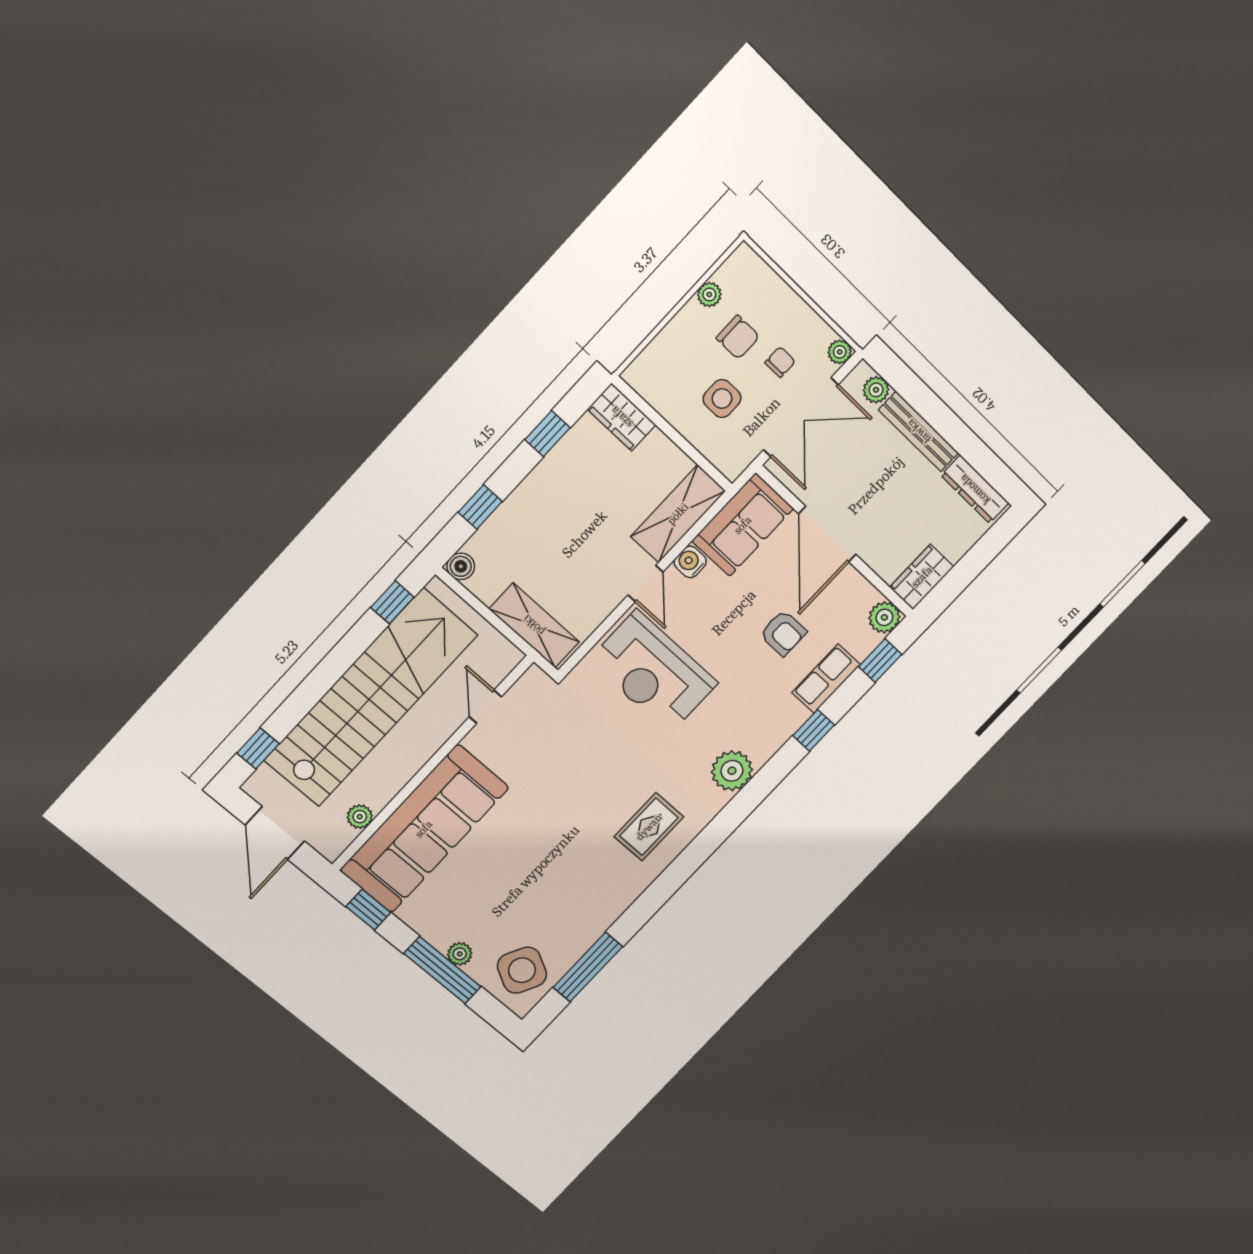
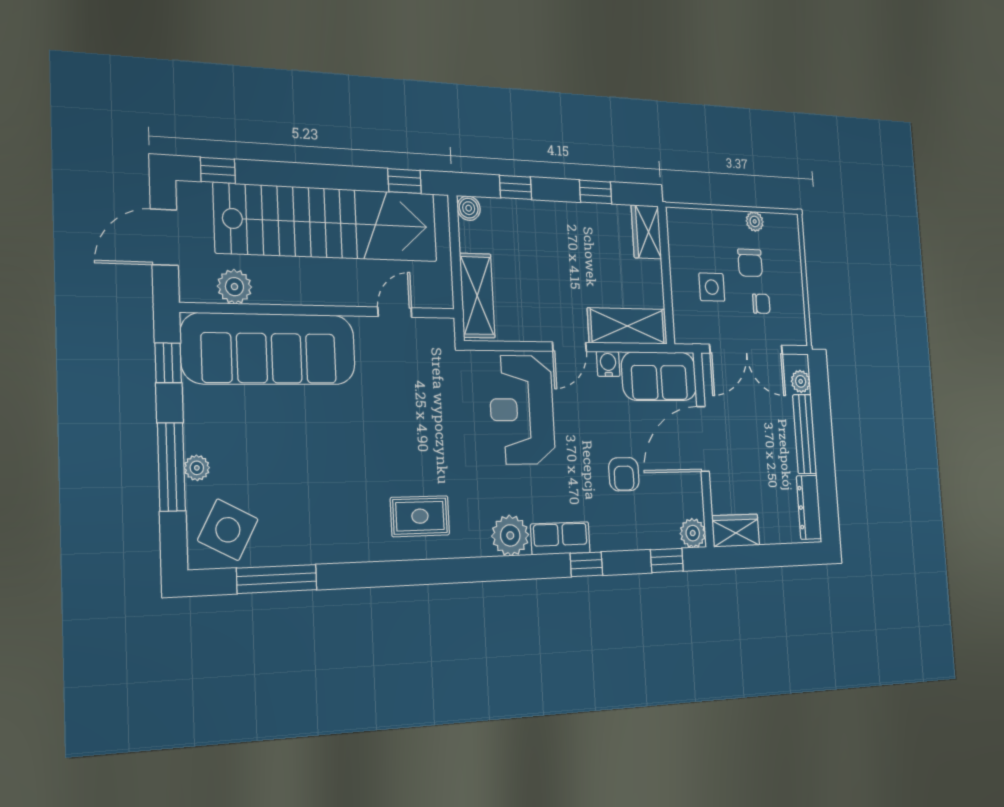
plant: (840, 352) -> (798, 336), removed
row of seats: (826, 679) -> (560, 538), moved
plant: (360, 817) -> (234, 287), width x1.38, depth x1.38

